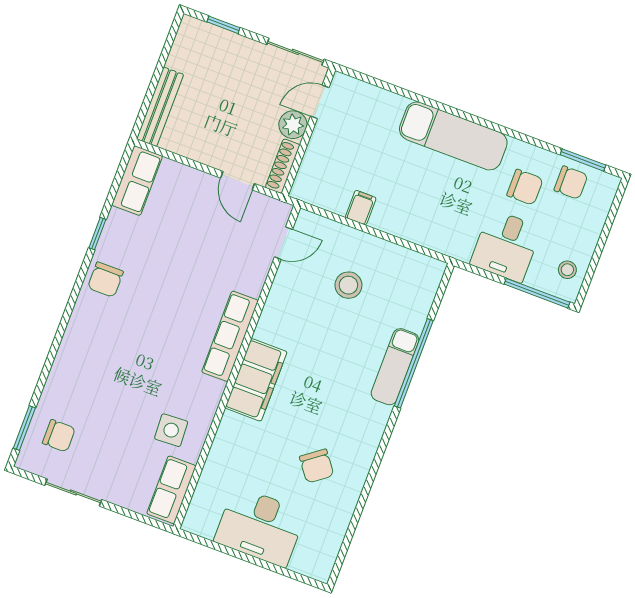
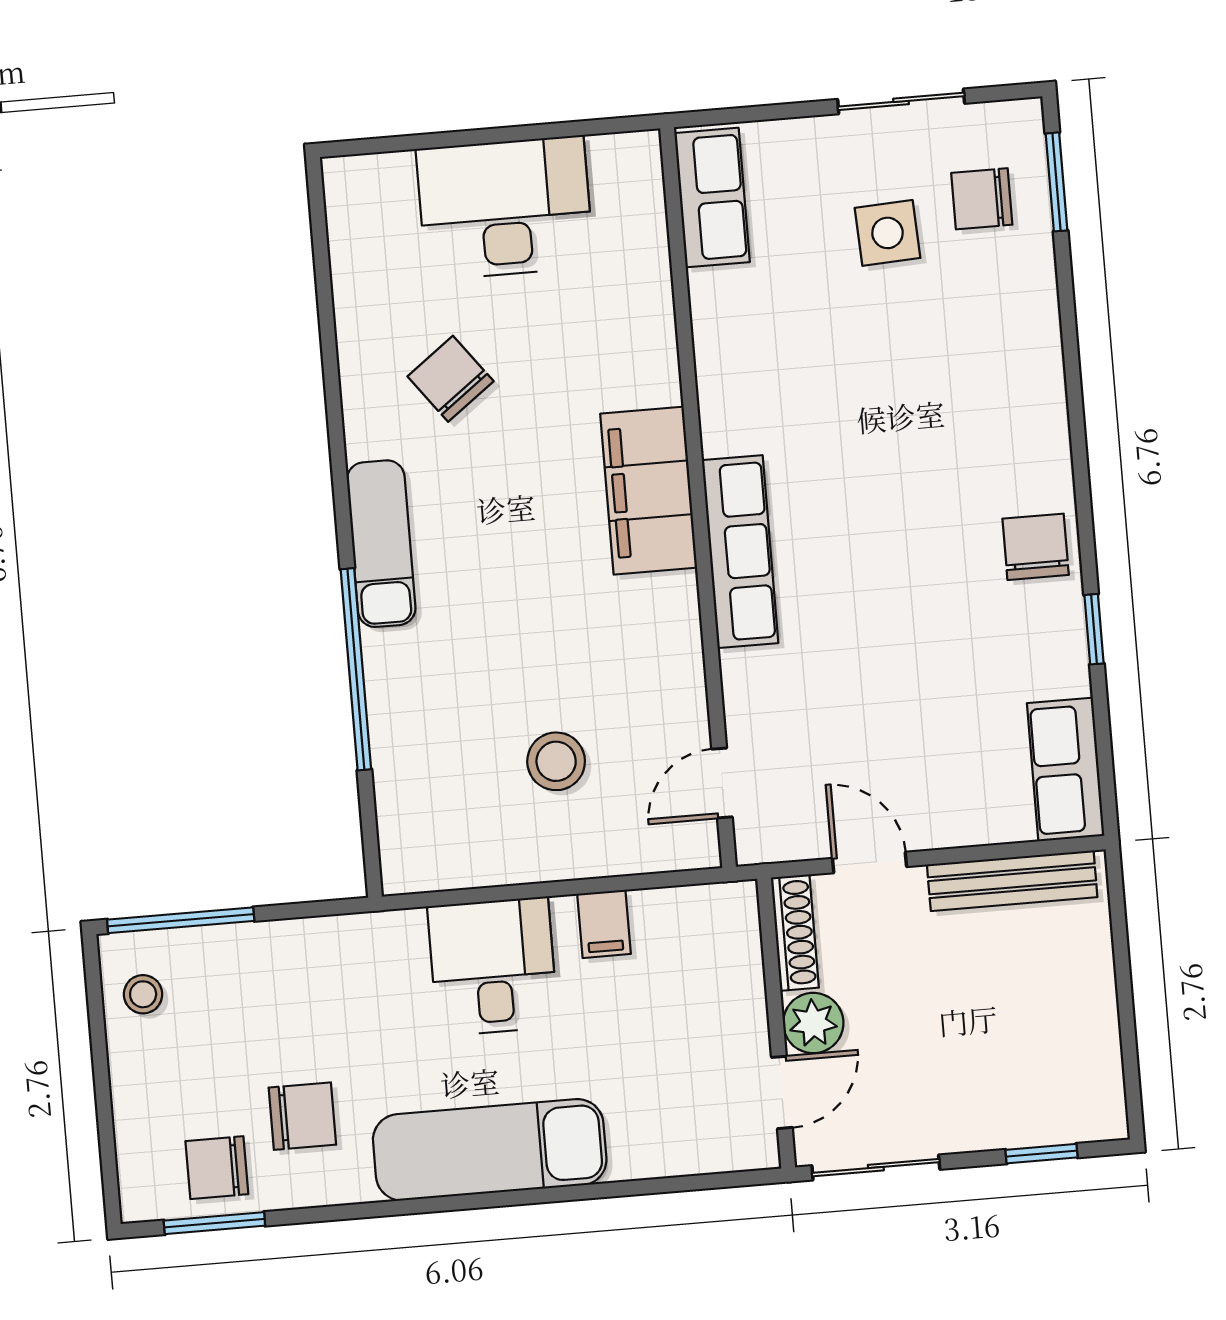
bench: (160, 107) -> (1012, 881), moved, turned 90
chair: (525, 187) -> (302, 1116), turned 180
desk: (506, 246) -> (493, 967), moved
exam couch: (395, 367) -> (381, 544), moved
side table: (171, 430) -> (888, 233), moved

